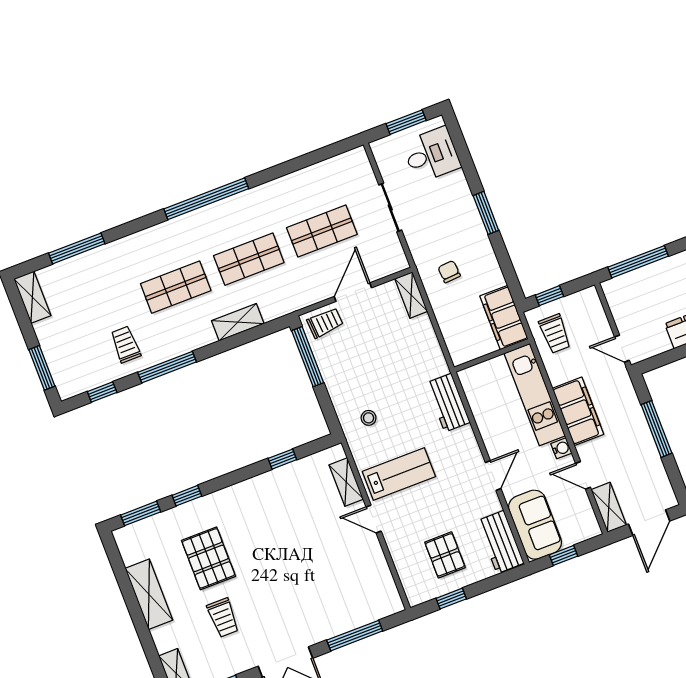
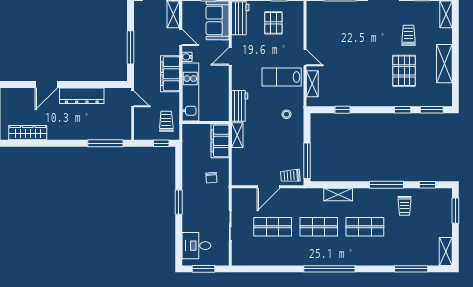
shelving: (411, 295) -> (237, 135), moved
filing cabinet: (504, 318) -> (220, 141), moved, turned 180

